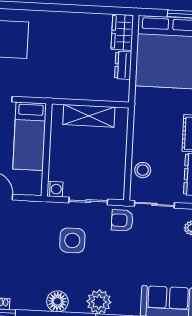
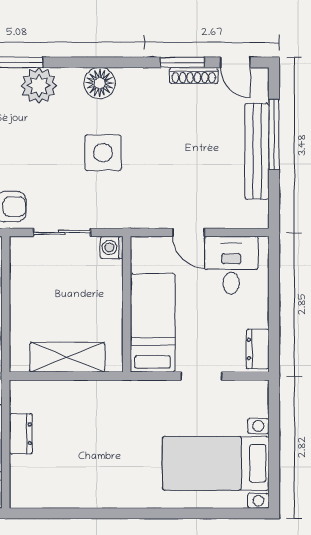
wardrobe: (122, 32) -> (25, 482), removed
side table: (72, 240) -> (103, 153), moved

